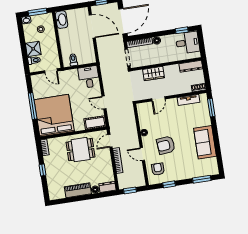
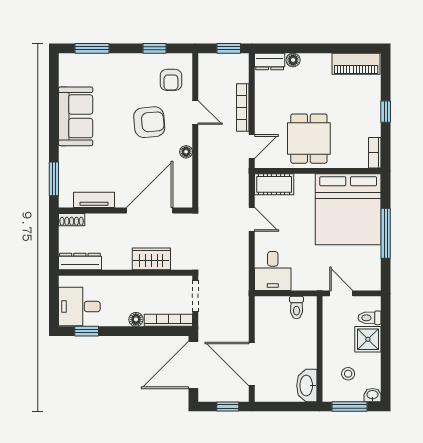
door: (158, 99) -> (150, 210), width x1.87
dining table: (81, 150) -> (309, 139), turned 90
piano: (78, 190) -> (356, 64), moved

